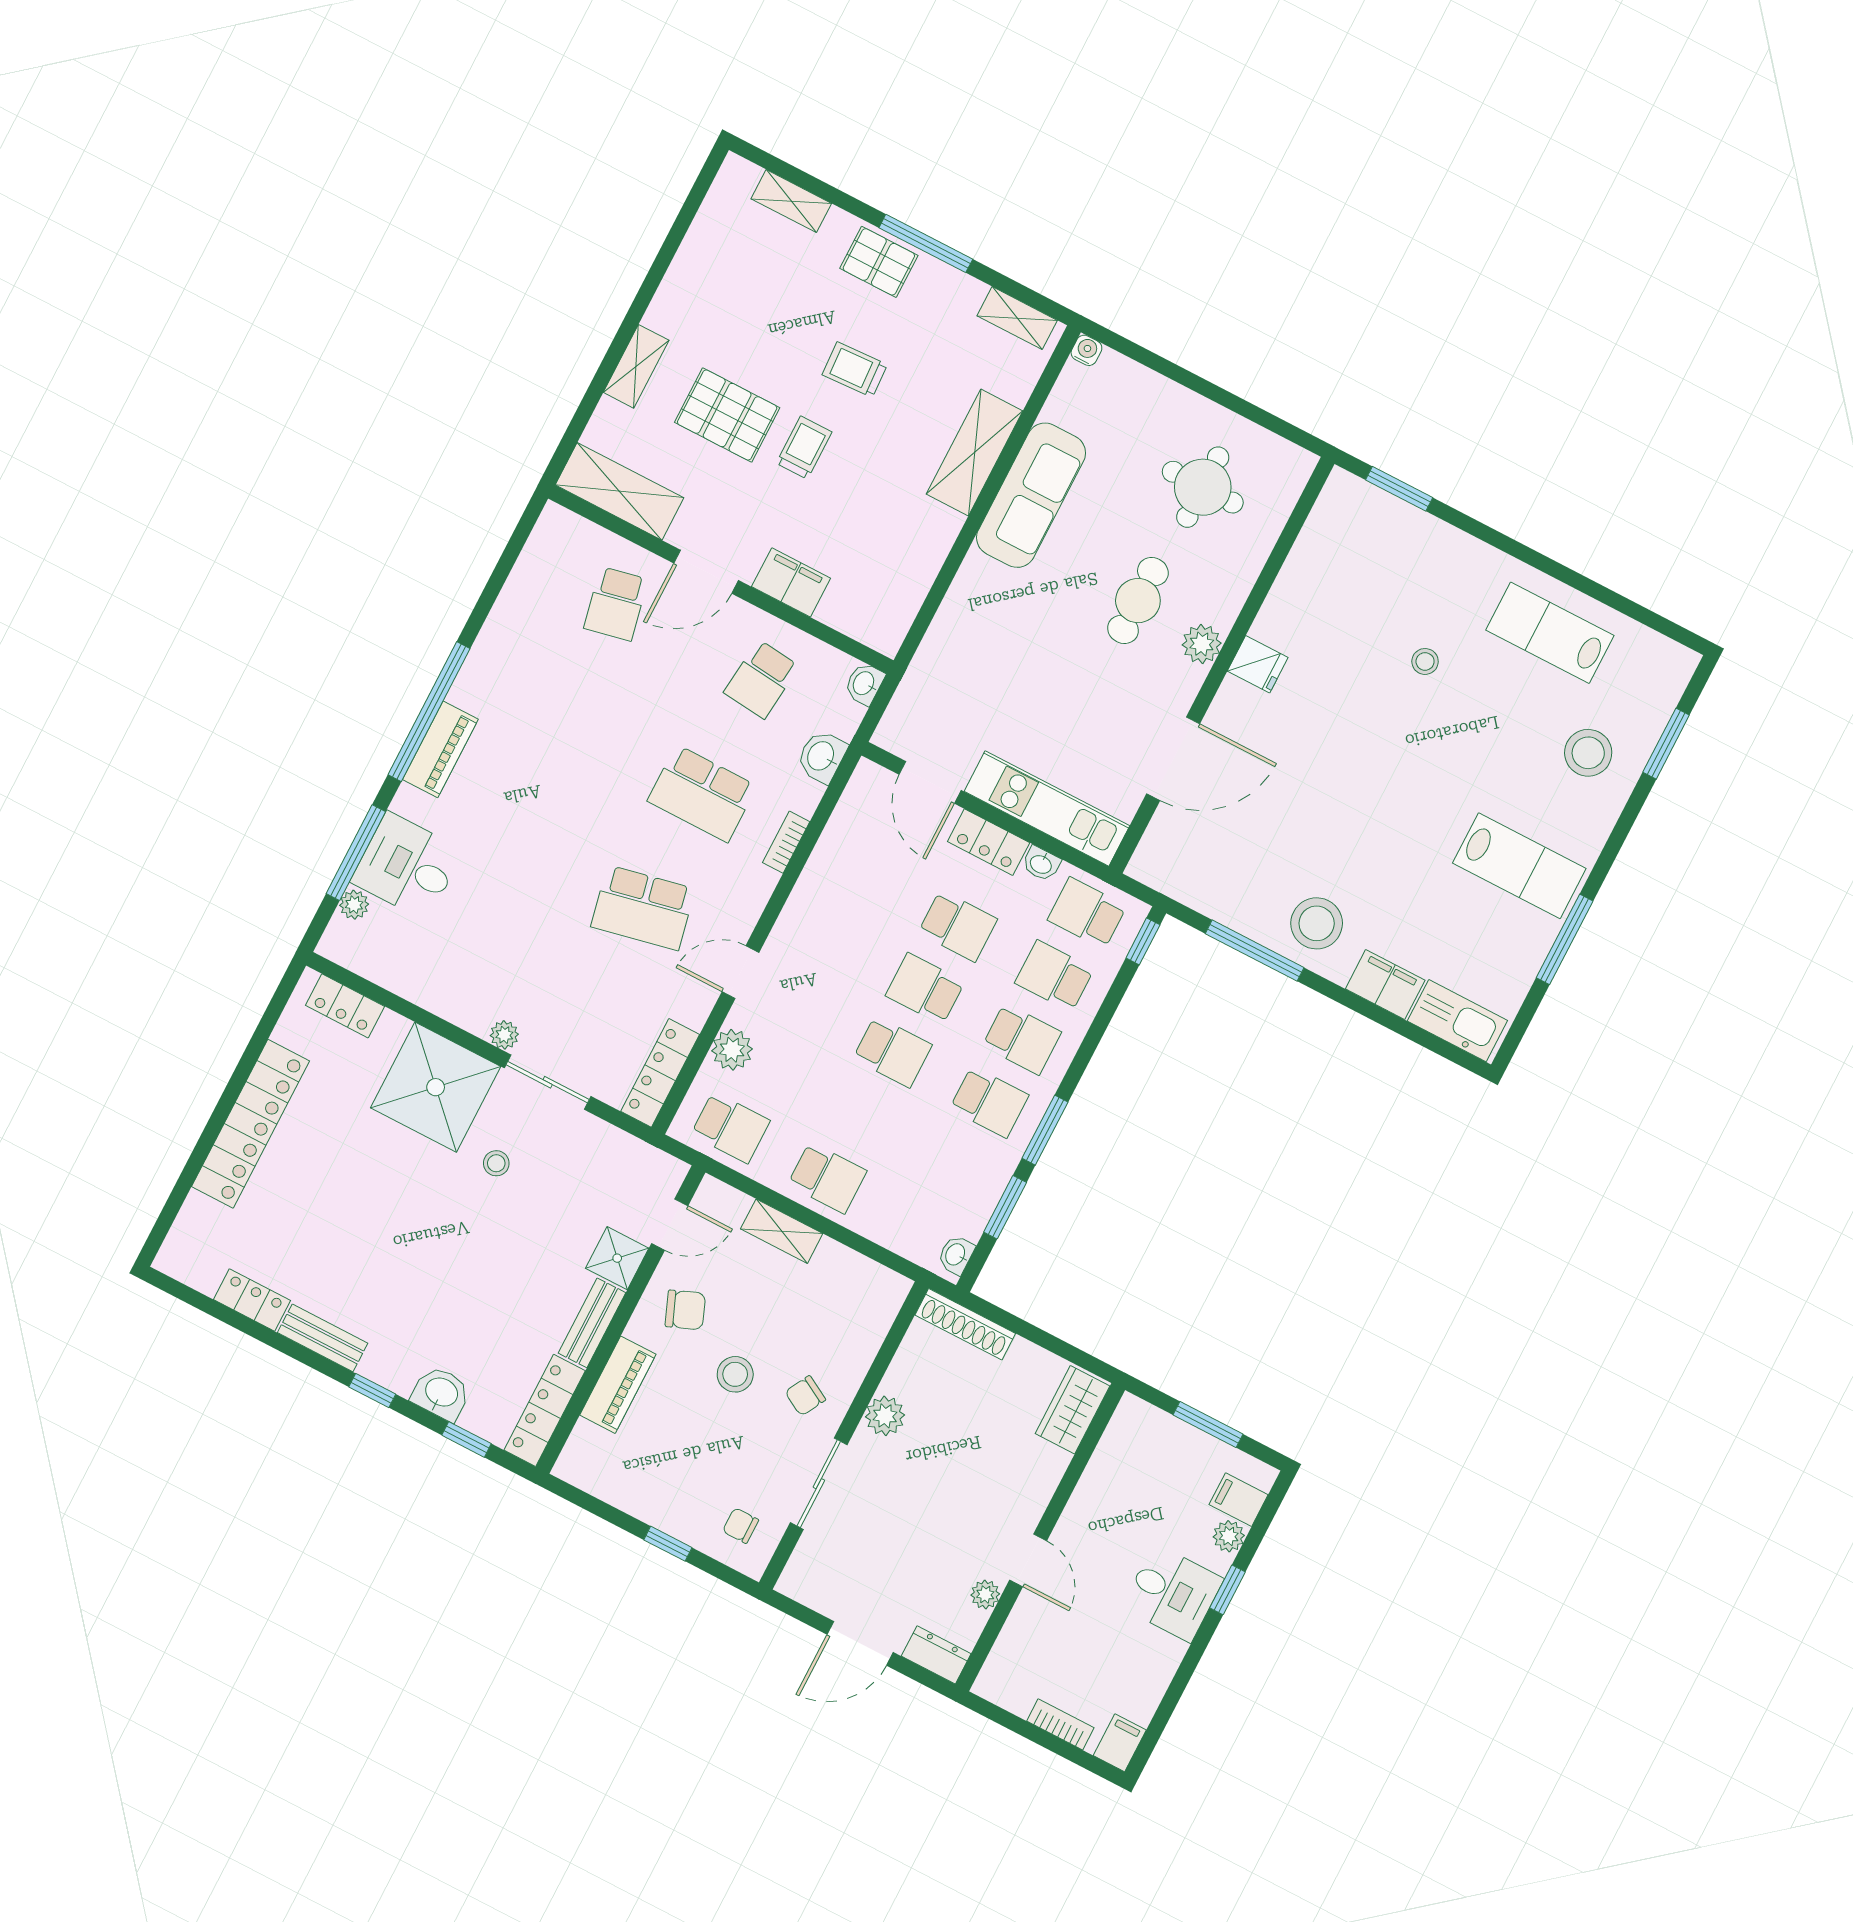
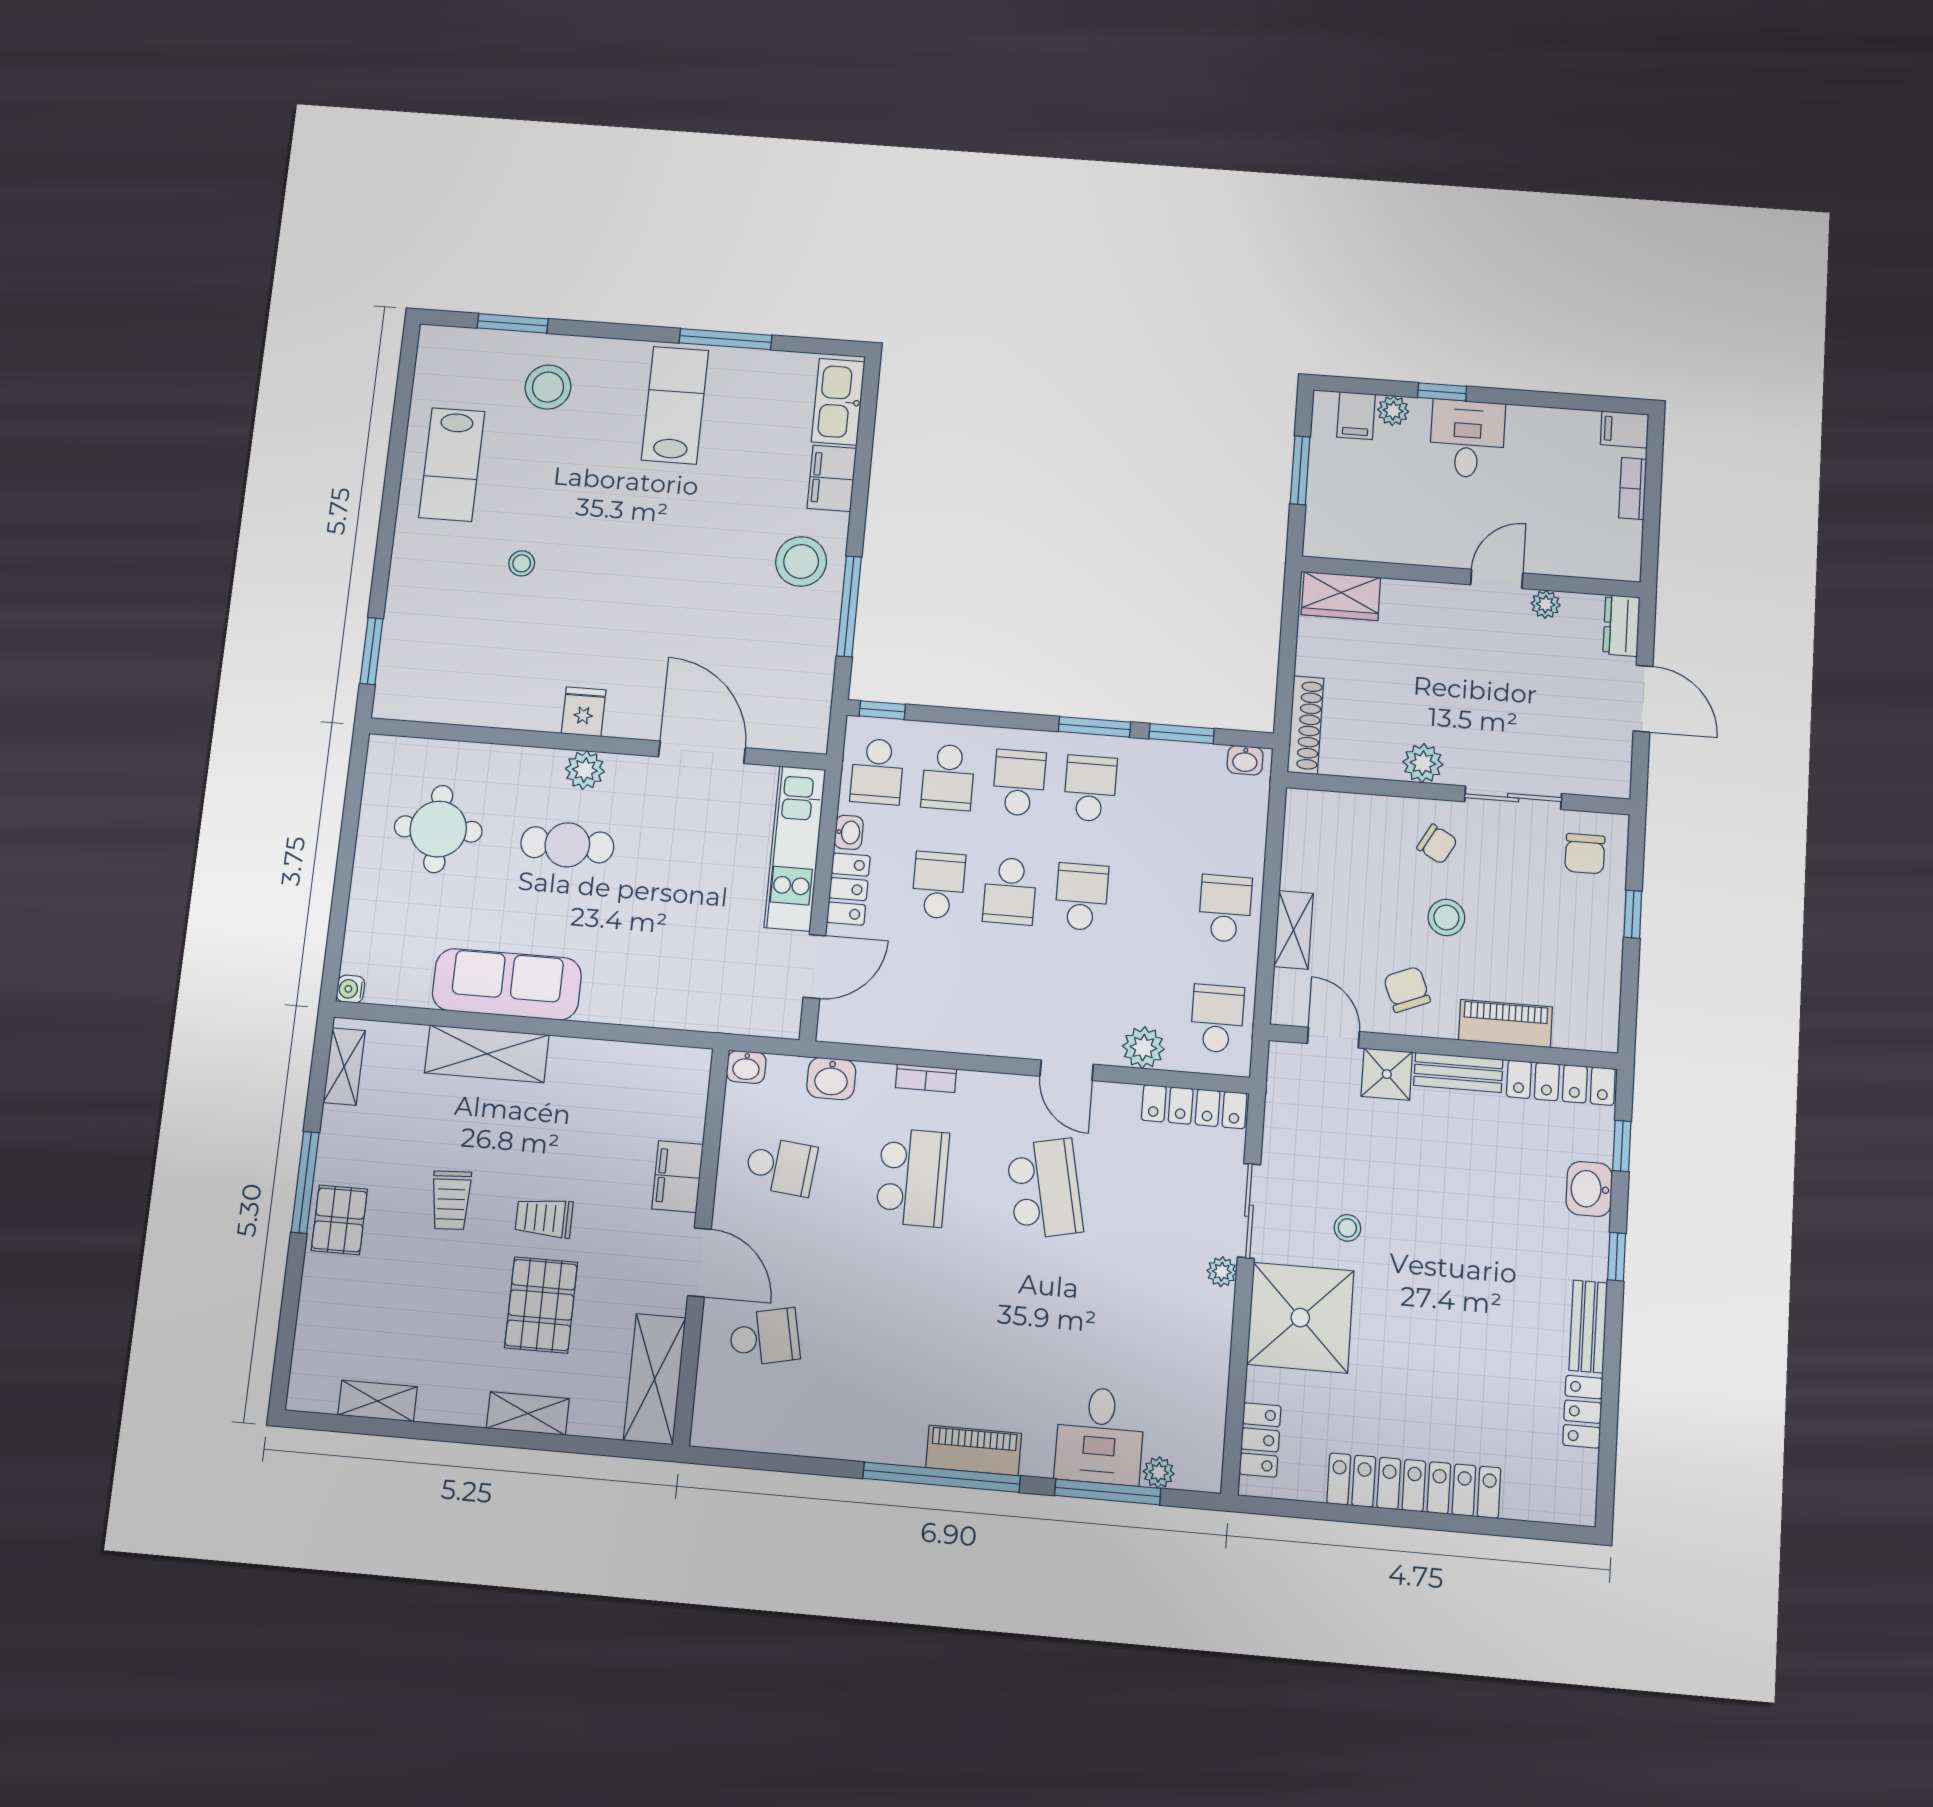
shelving: (791, 201) -> (378, 1401), moved, turned 90
chair: (741, 1526) -> (1585, 854), width x1.37, depth x1.37

